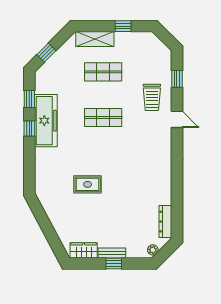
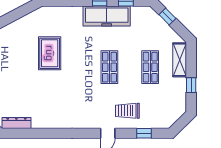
rug: (88, 184) -> (50, 53), width x1.36, depth x1.43

